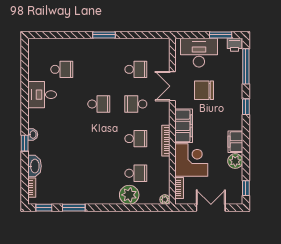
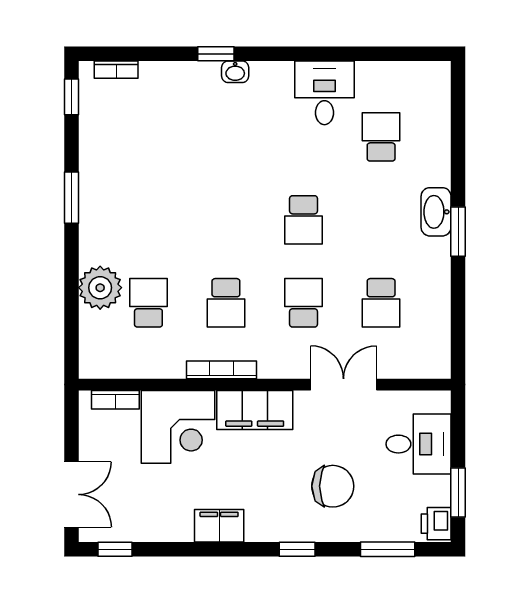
desk: (199, 53) -> (418, 444), width x0.73
window: (246, 66) -> (388, 549), width x0.69
school desk: (62, 69) -> (381, 137), turned 180
chair: (204, 90) -> (333, 486), moved, turned 90
plant: (235, 161) -> (176, 525), removed
washbasin: (34, 166) -> (436, 212), moved, turned 90
school desk: (136, 173) -> (148, 303), turned 180
plant: (165, 200) -> (90, 368), removed
window: (74, 208) -> (71, 198), moved
double door: (211, 208) -> (71, 494), moved

